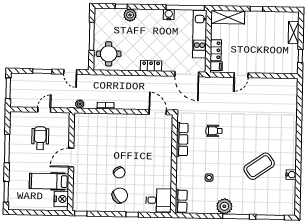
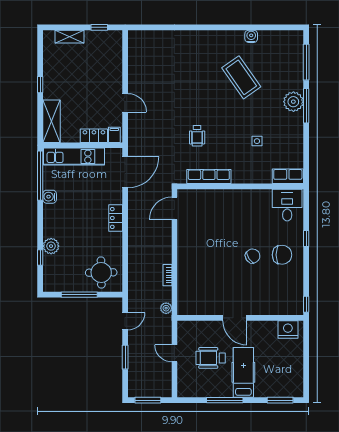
hospital bed: (49, 181) -> (243, 372), moved, turned 180
chair: (120, 195) -> (282, 255), turned 124
plant: (224, 206) -> (293, 102), moved

